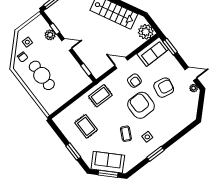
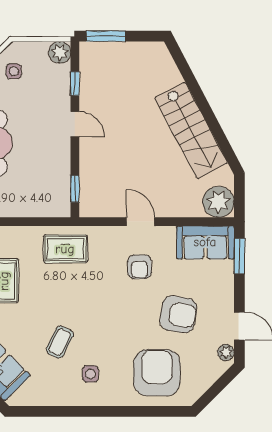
plant: (50, 35) -> (60, 52), moved
armchair: (141, 105) -> (157, 373), moved
window: (155, 154) -> (83, 411), removed

